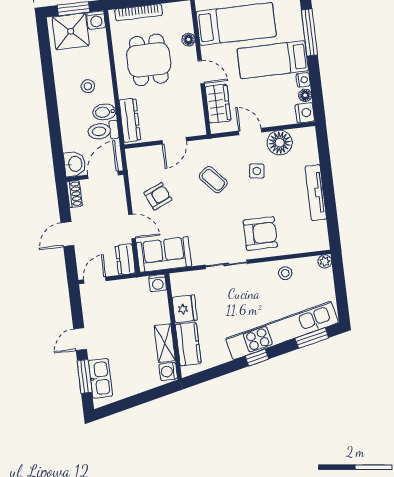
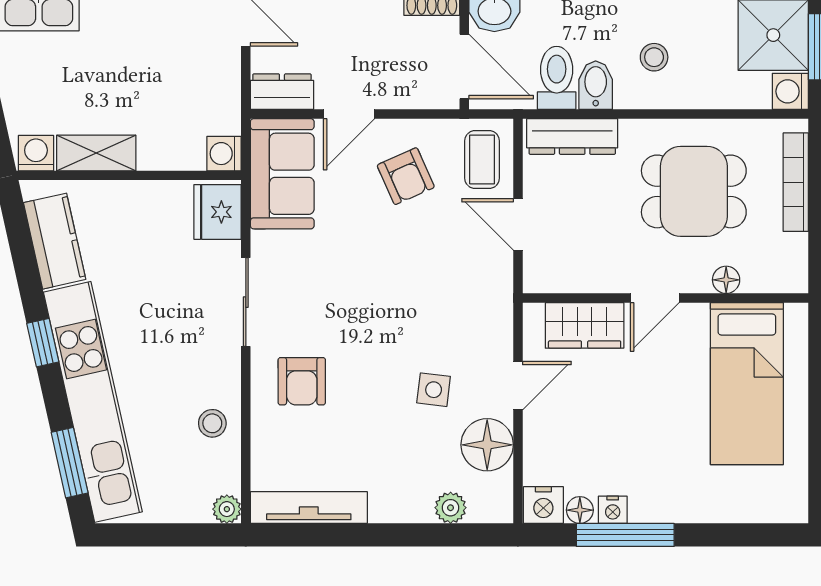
window: (309, 32) -> (625, 535), moved
bed: (273, 60) -> (663, 451), removed
plant: (311, 156) -> (451, 508), added
coffee table: (213, 180) -> (482, 160), moved, turned -48
tv unit: (316, 193) -> (309, 508), moved
armchair: (260, 233) -> (302, 381), width x0.72, depth x0.72
fridge: (185, 309) -> (218, 212), moved, turned 90
kitchen counter: (188, 344) -> (55, 241), moved, turned -103

